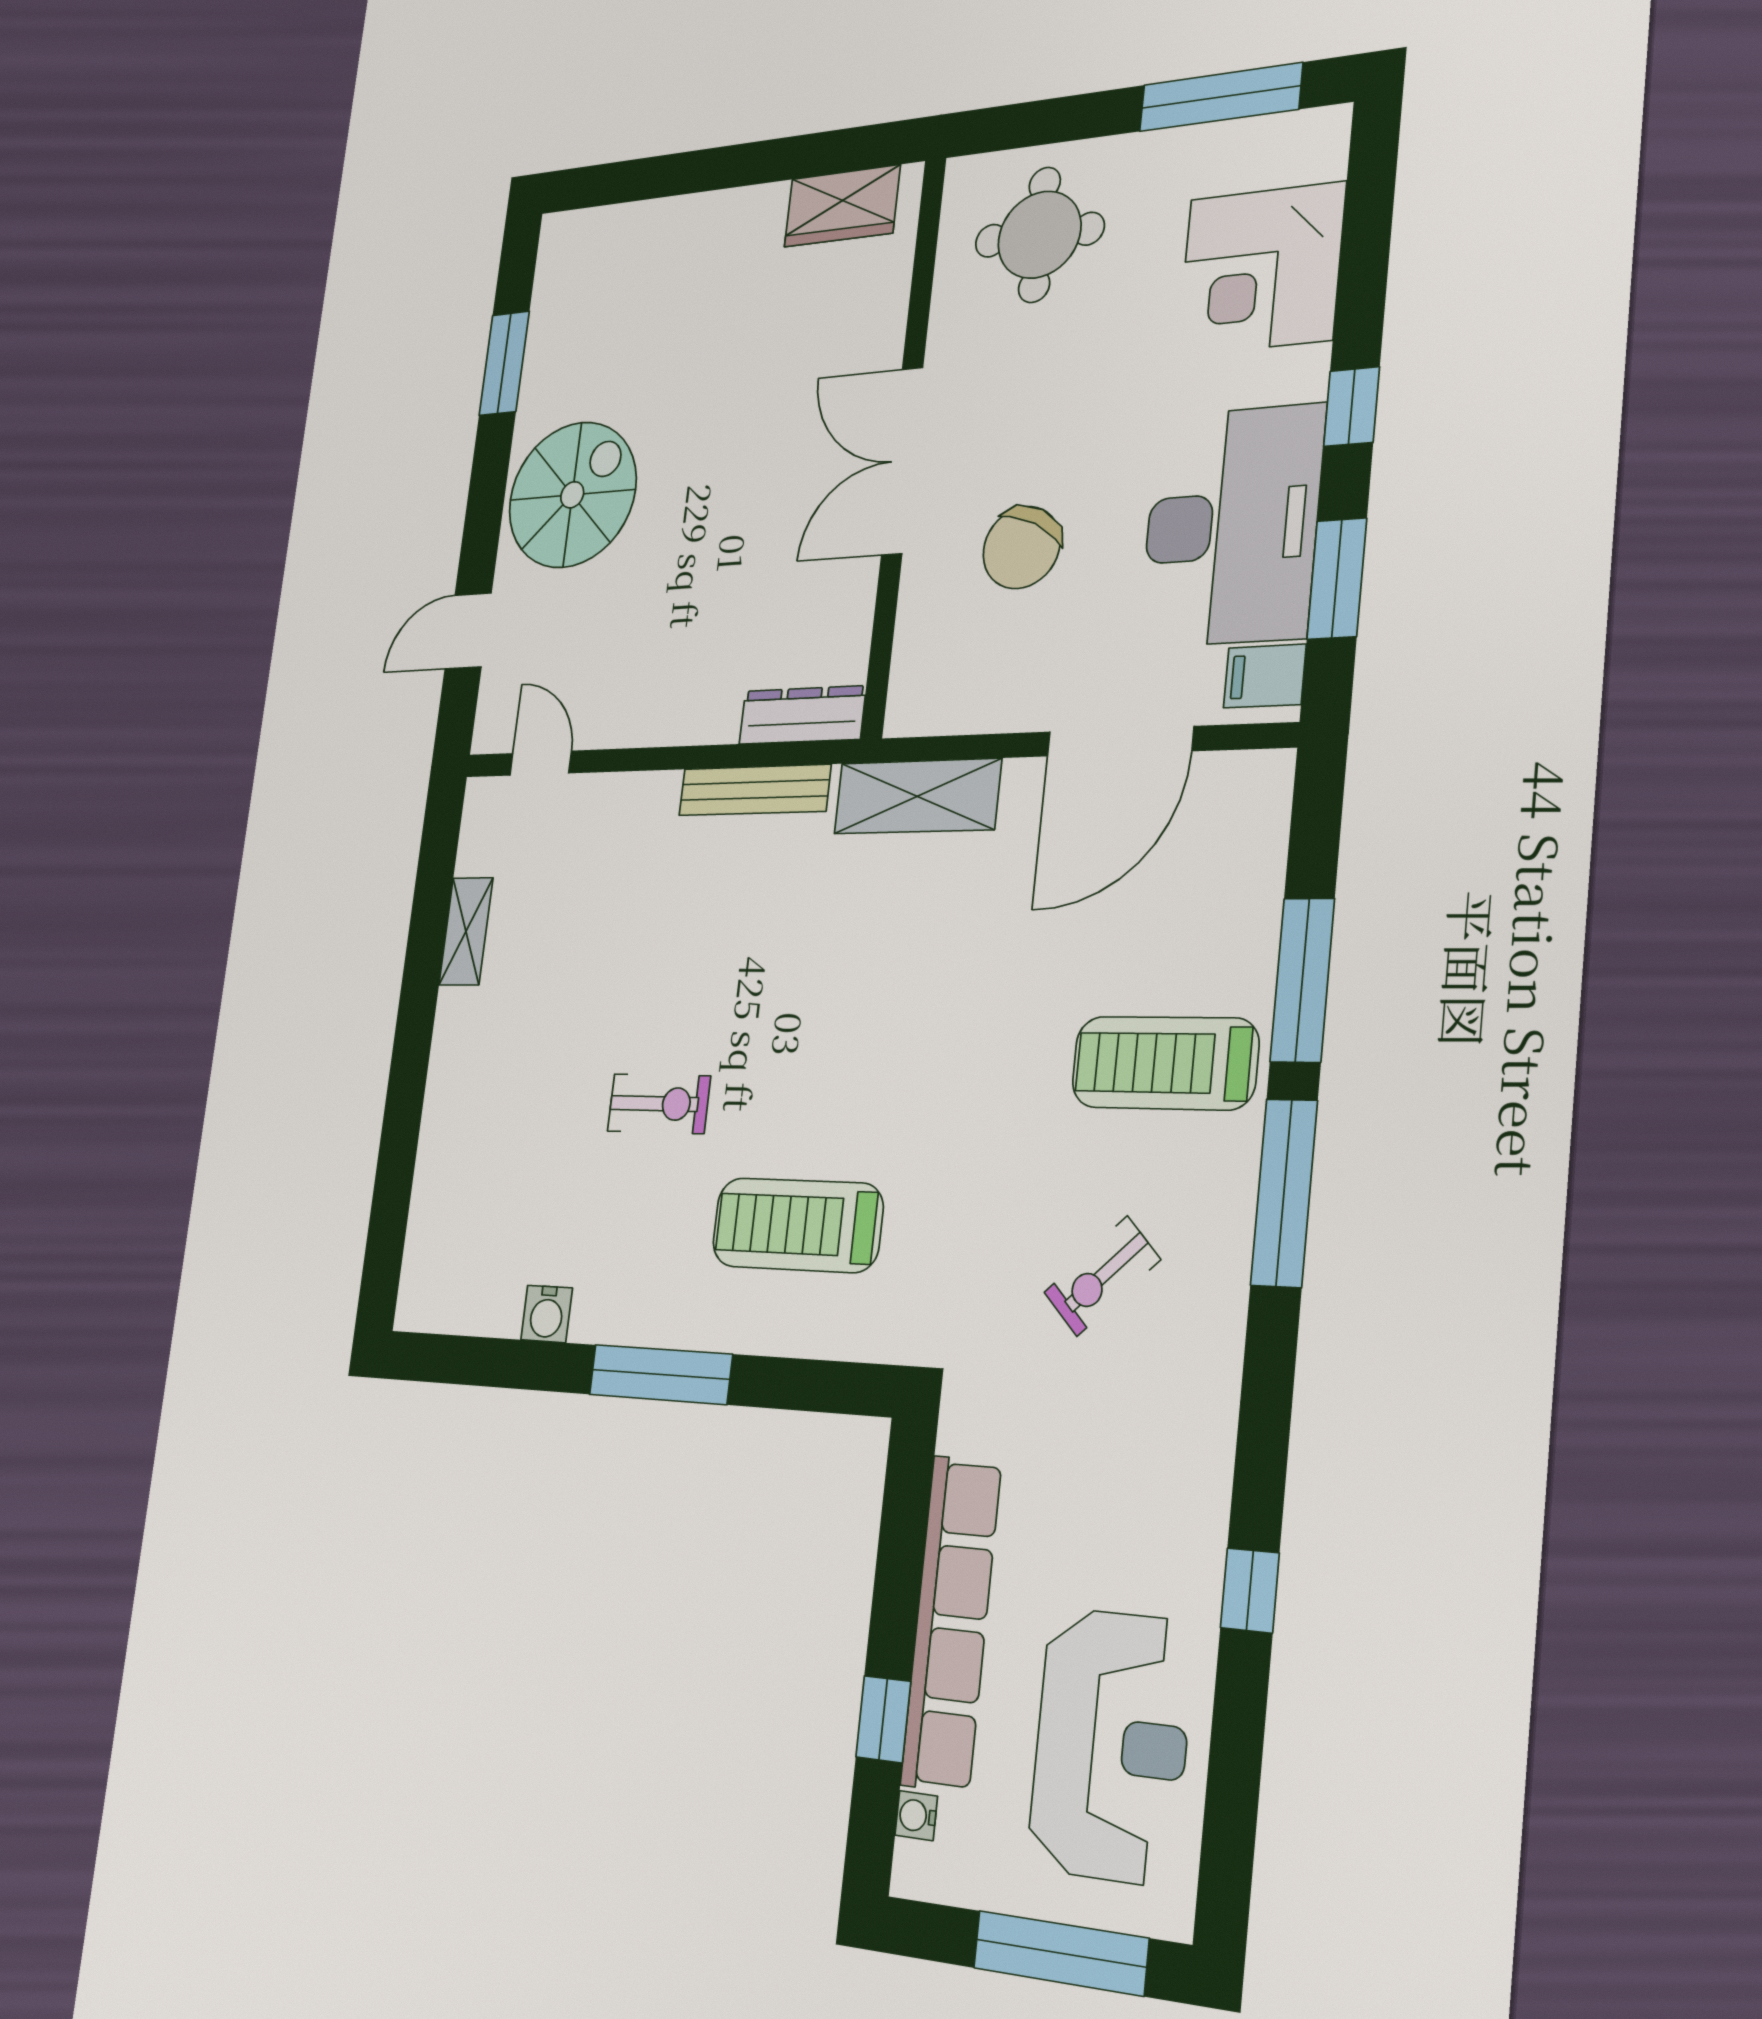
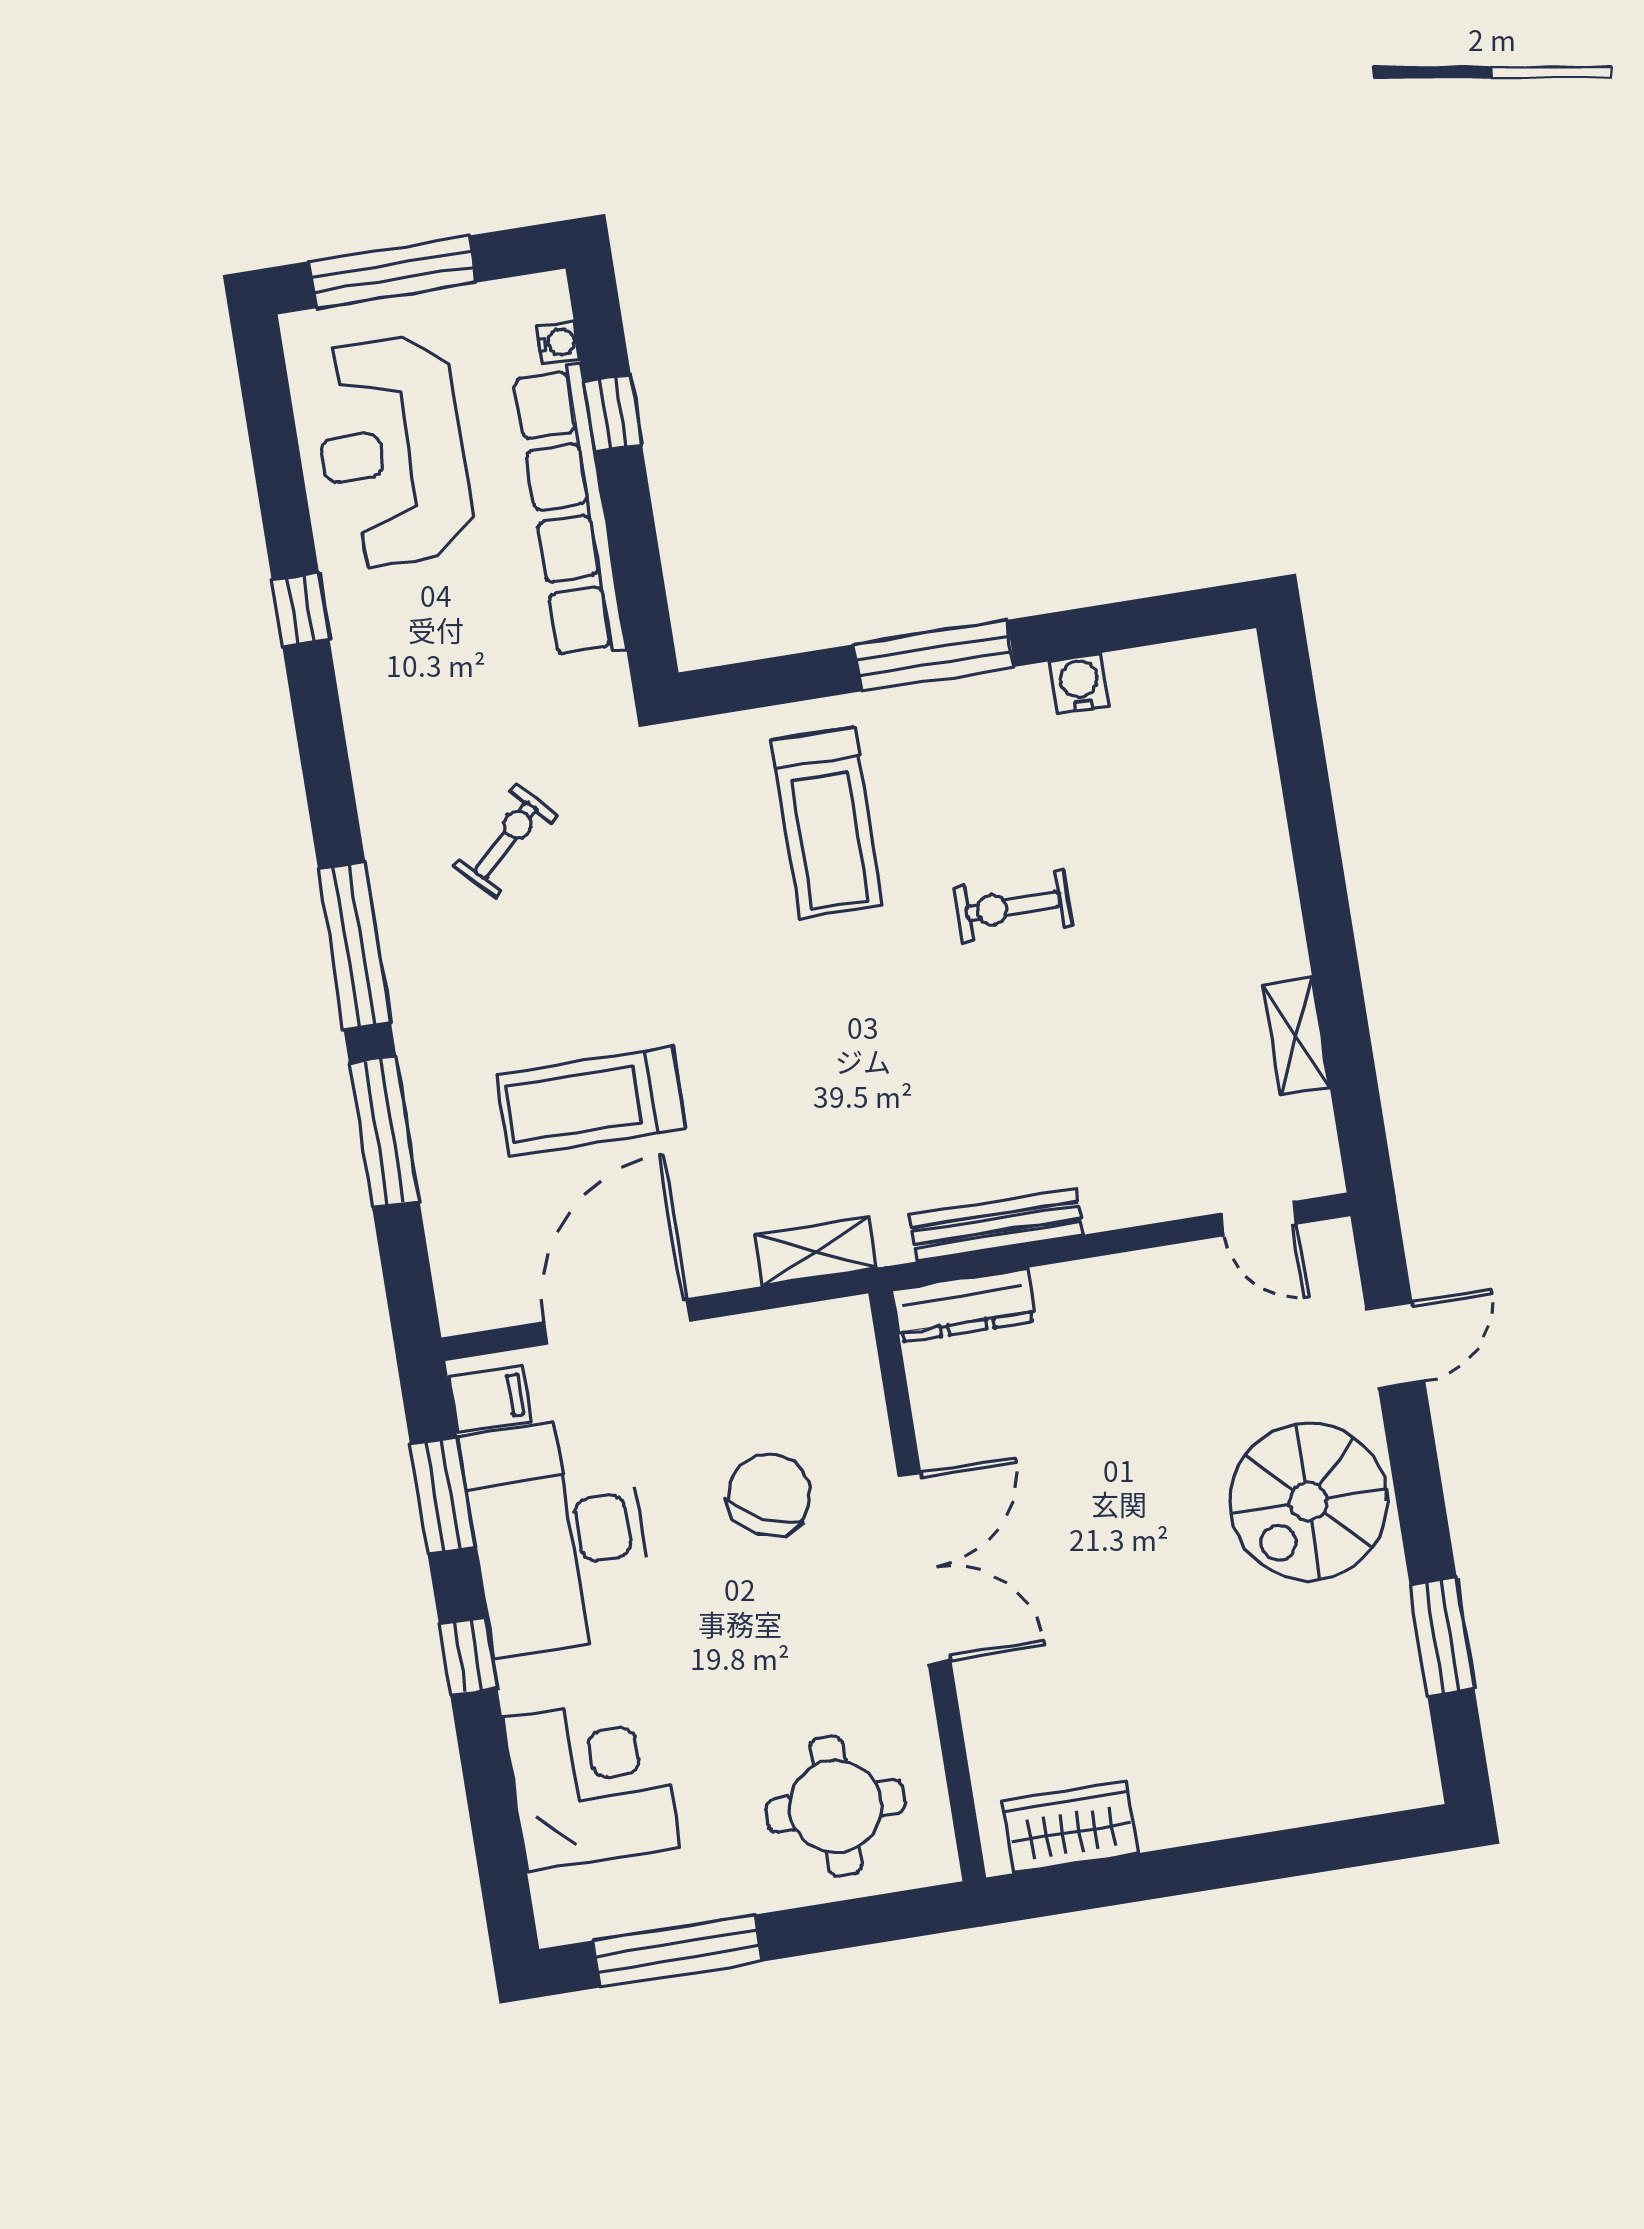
shelving: (917, 796) -> (816, 1251), width x0.67, depth x0.75
treadmill: (1165, 1063) -> (591, 1101), moved, turned 180
treadmill: (797, 1225) -> (827, 823), turned 90

